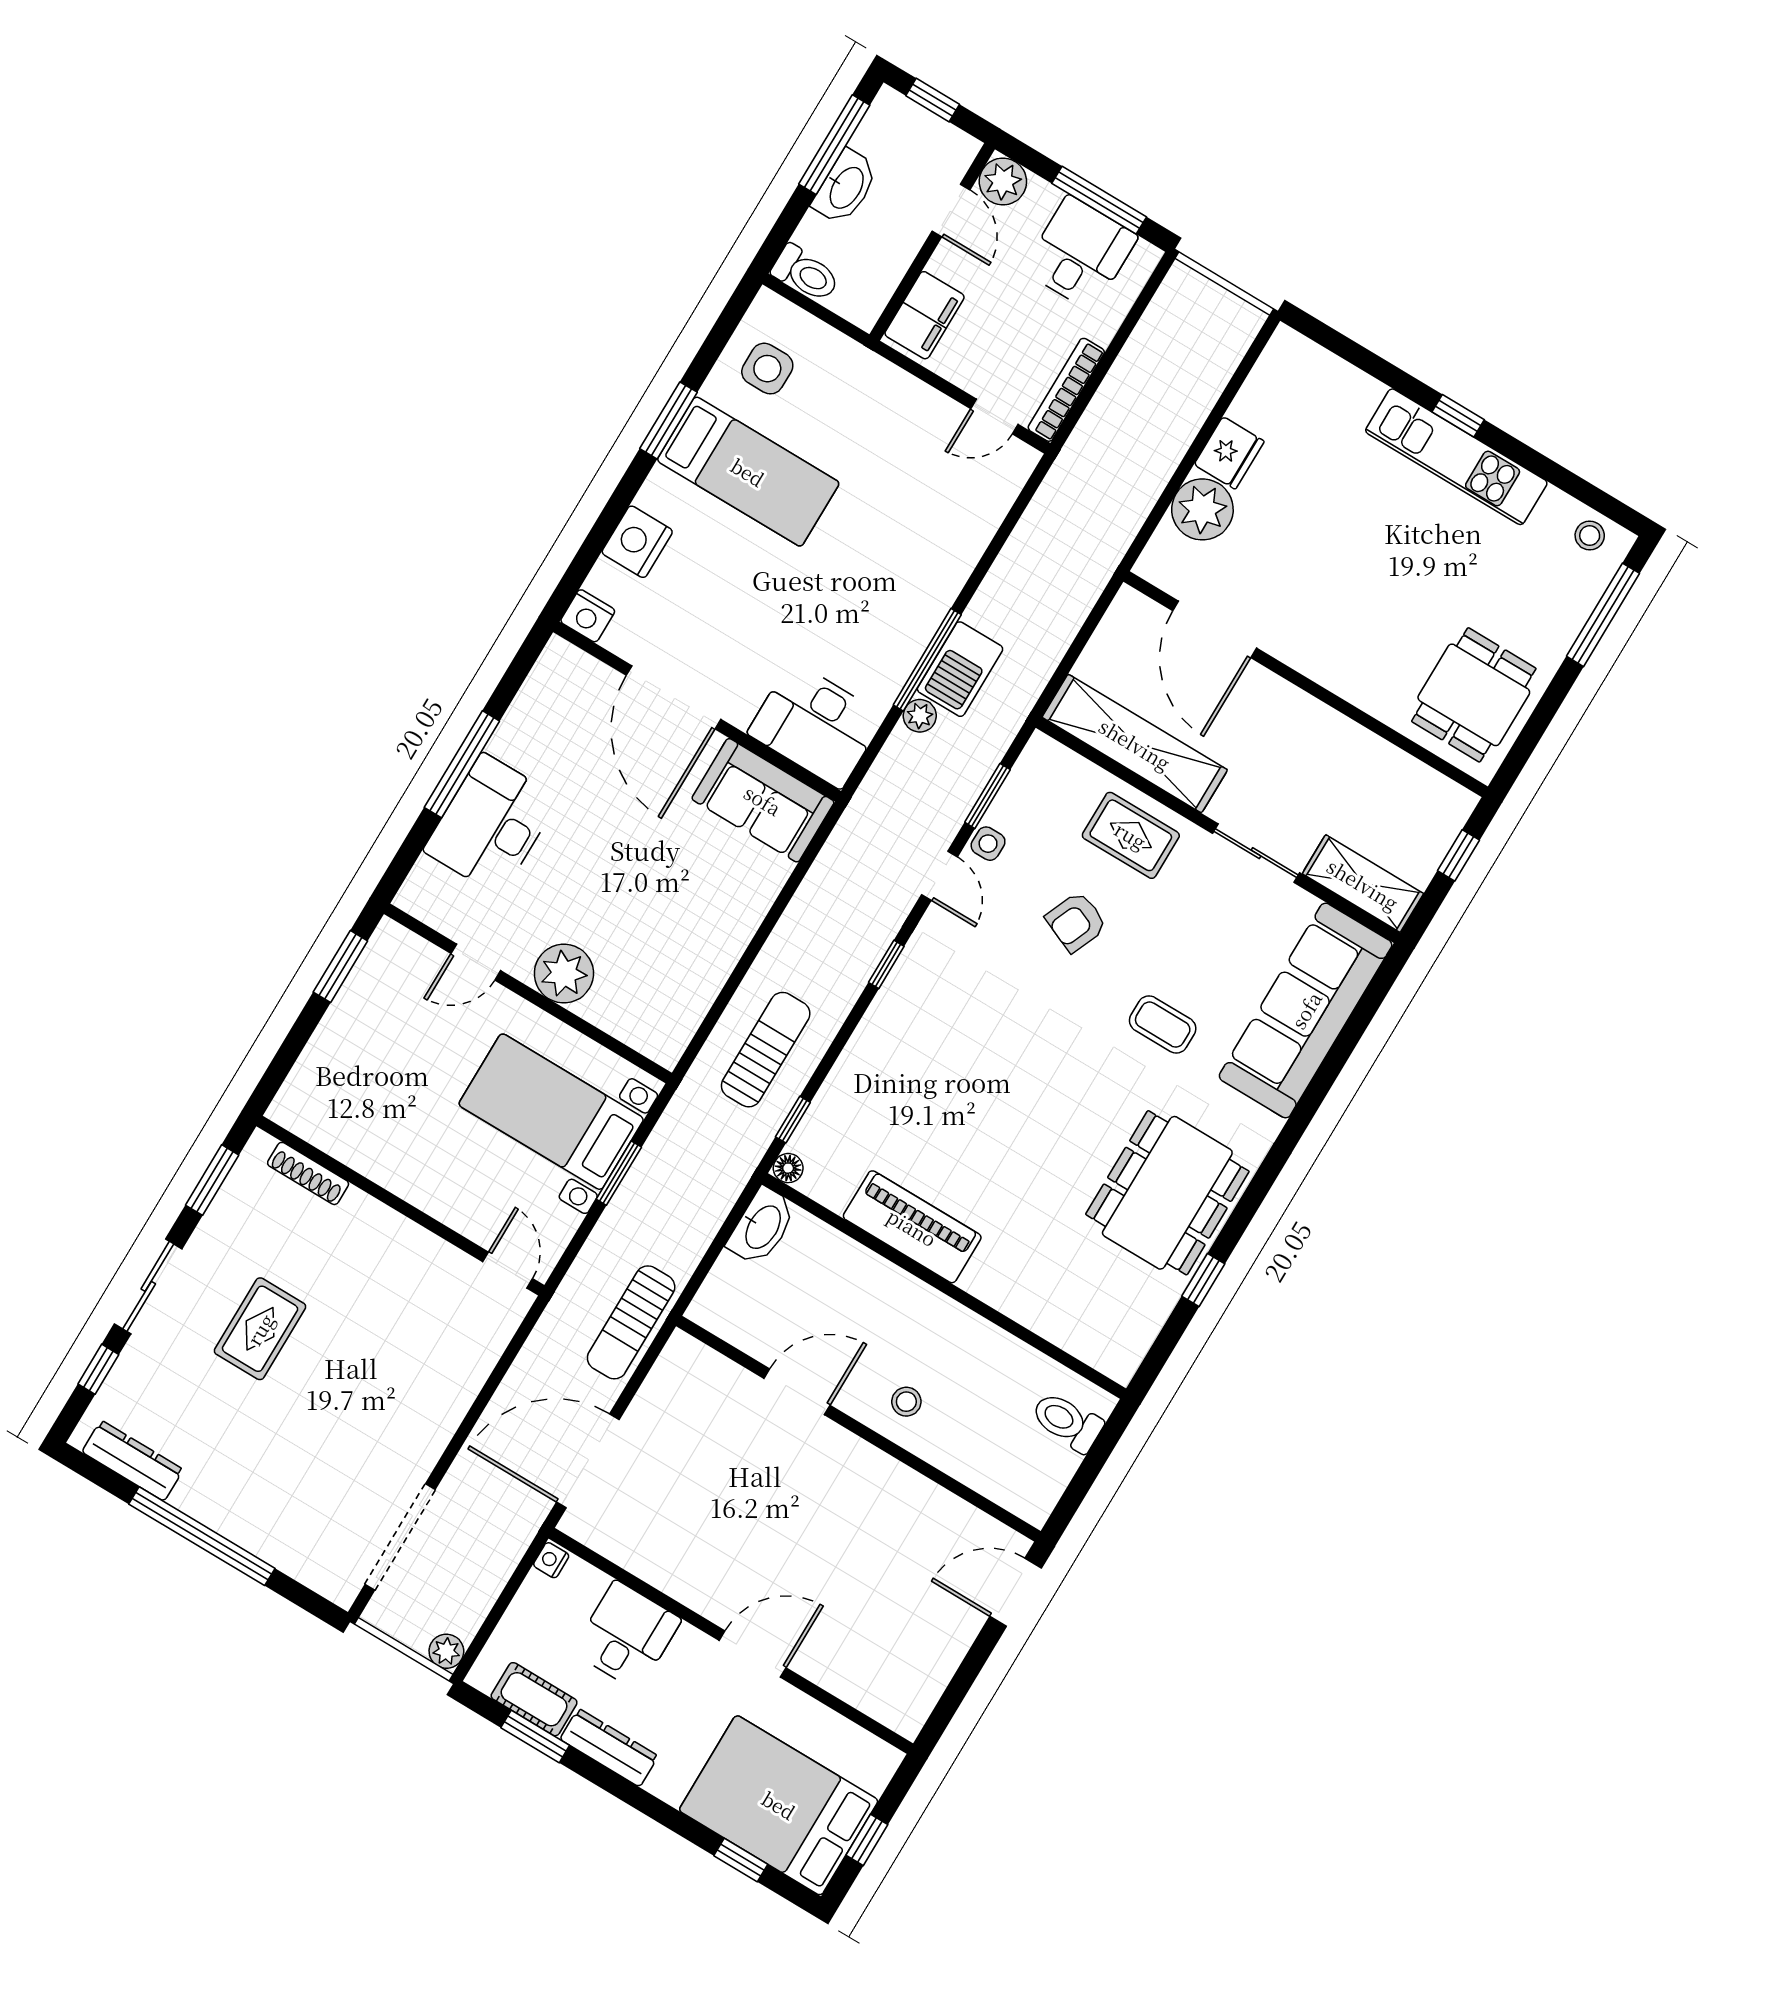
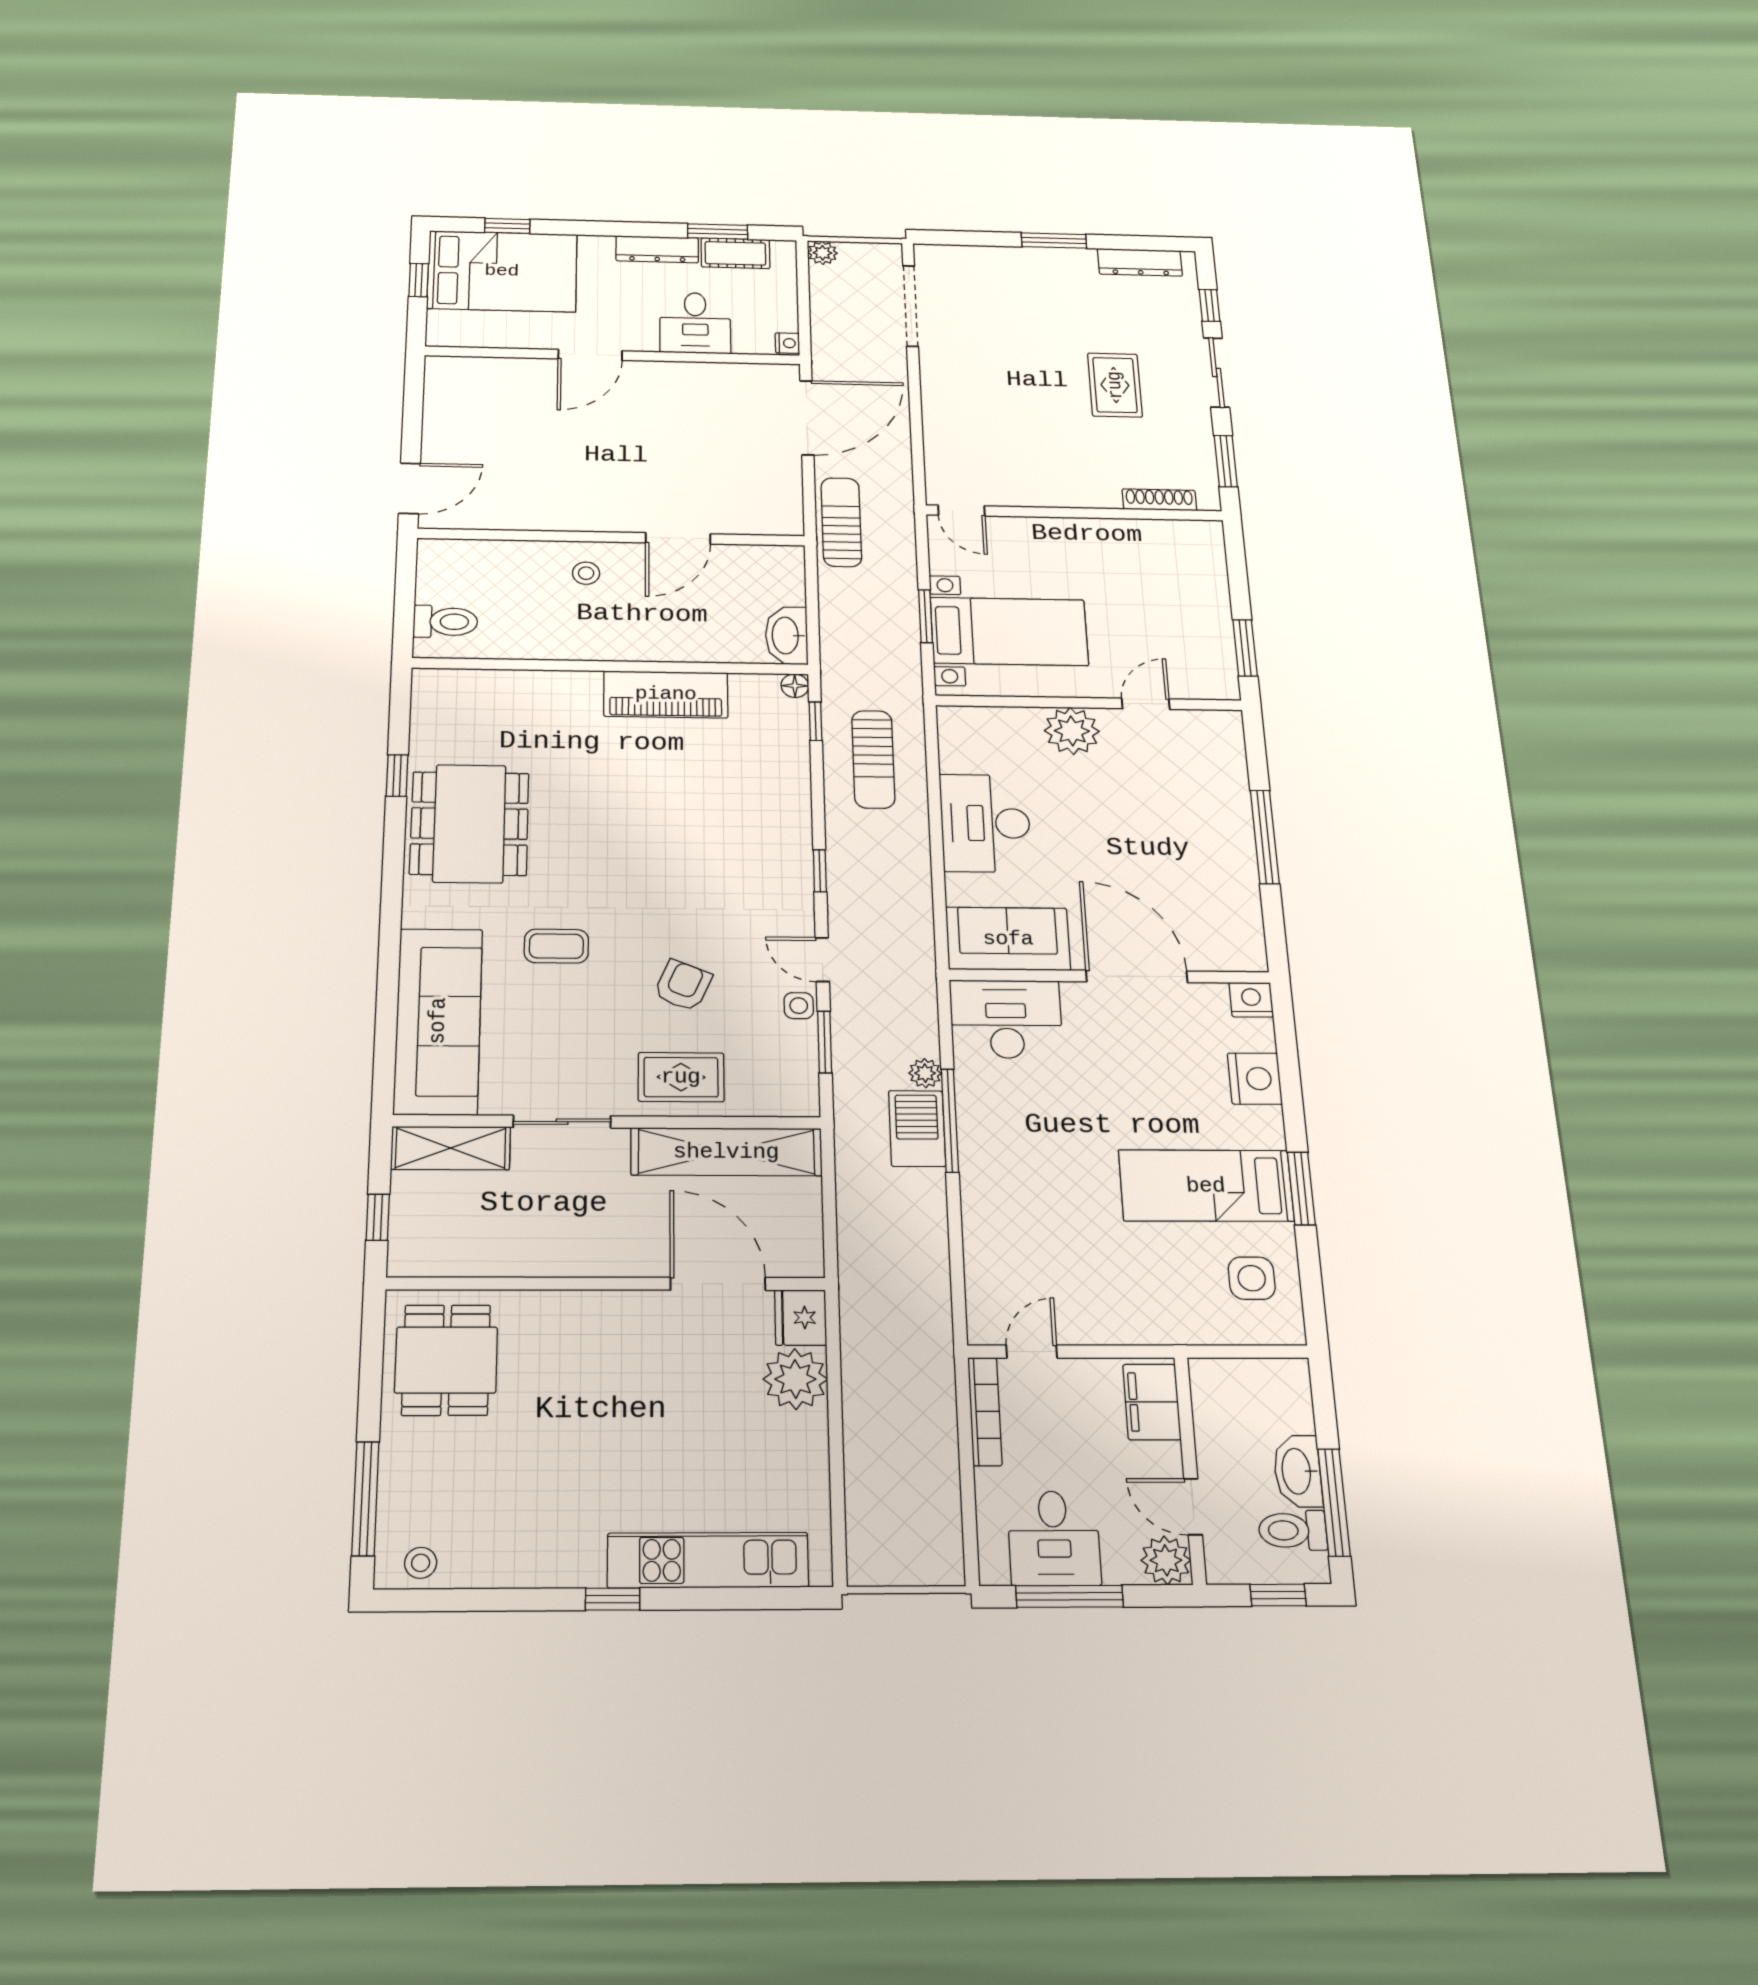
toilet: (806, 274) -> (1293, 1530), moved
fridge: (1229, 453) -> (801, 1318), moved
kitchen unit: (1456, 457) -> (708, 1560), moved
desk: (491, 825) -> (985, 823), moved, turned 180
window: (202, 1536) -> (1054, 241), width x0.47

